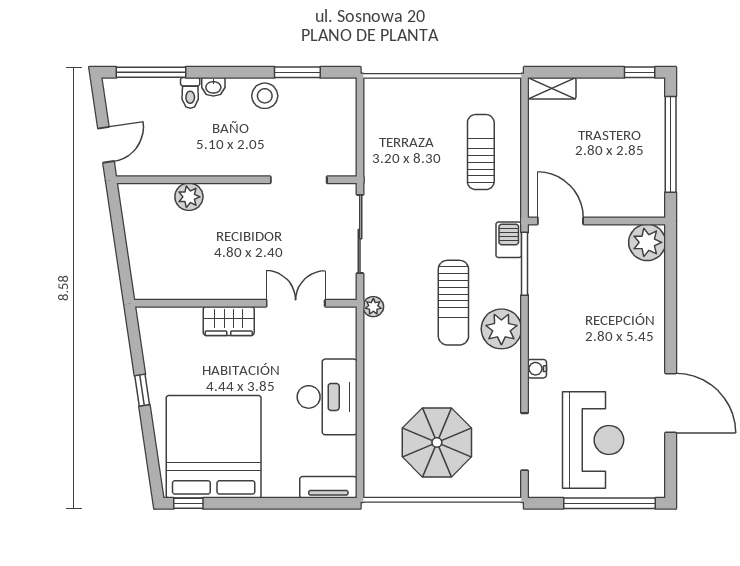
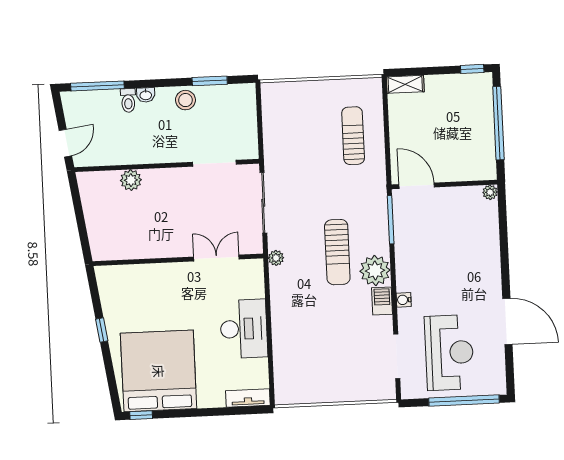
barbecue: (509, 240) -> (382, 301), moved
plant: (647, 242) -> (490, 192), width x0.53, depth x0.53
wardrobe: (229, 321) -> (166, 274), removed
parasol: (437, 442) -> (330, 360), removed

